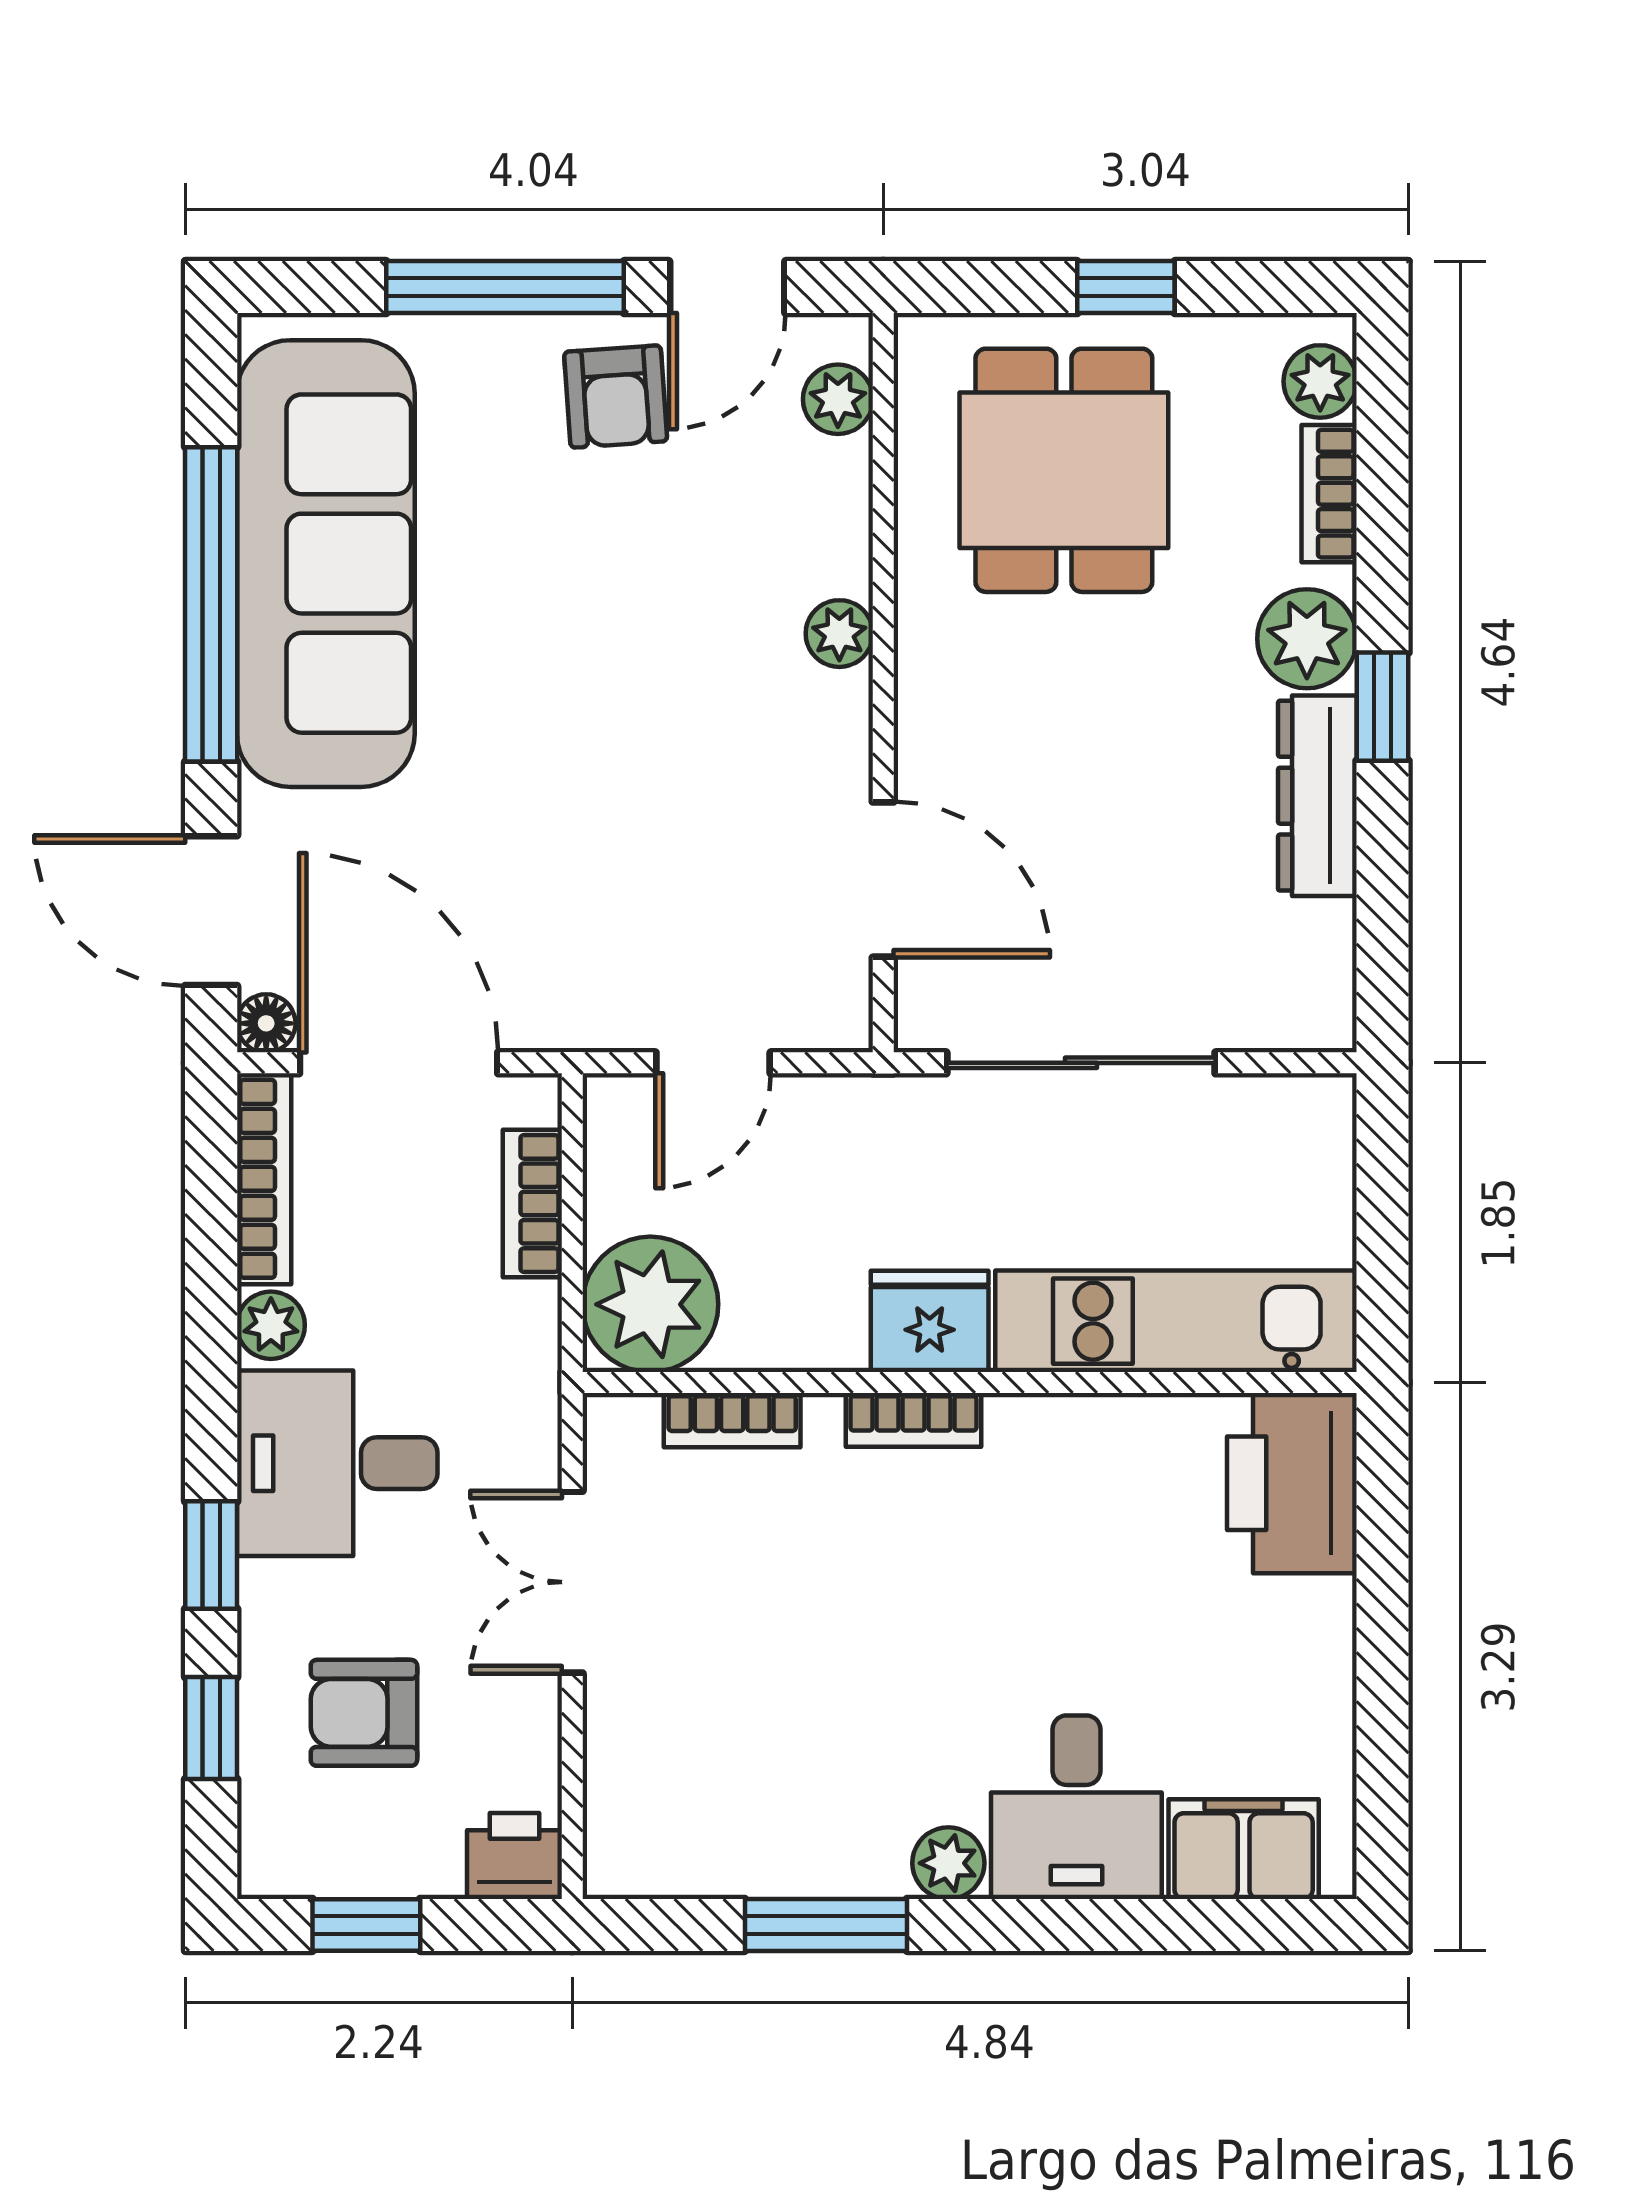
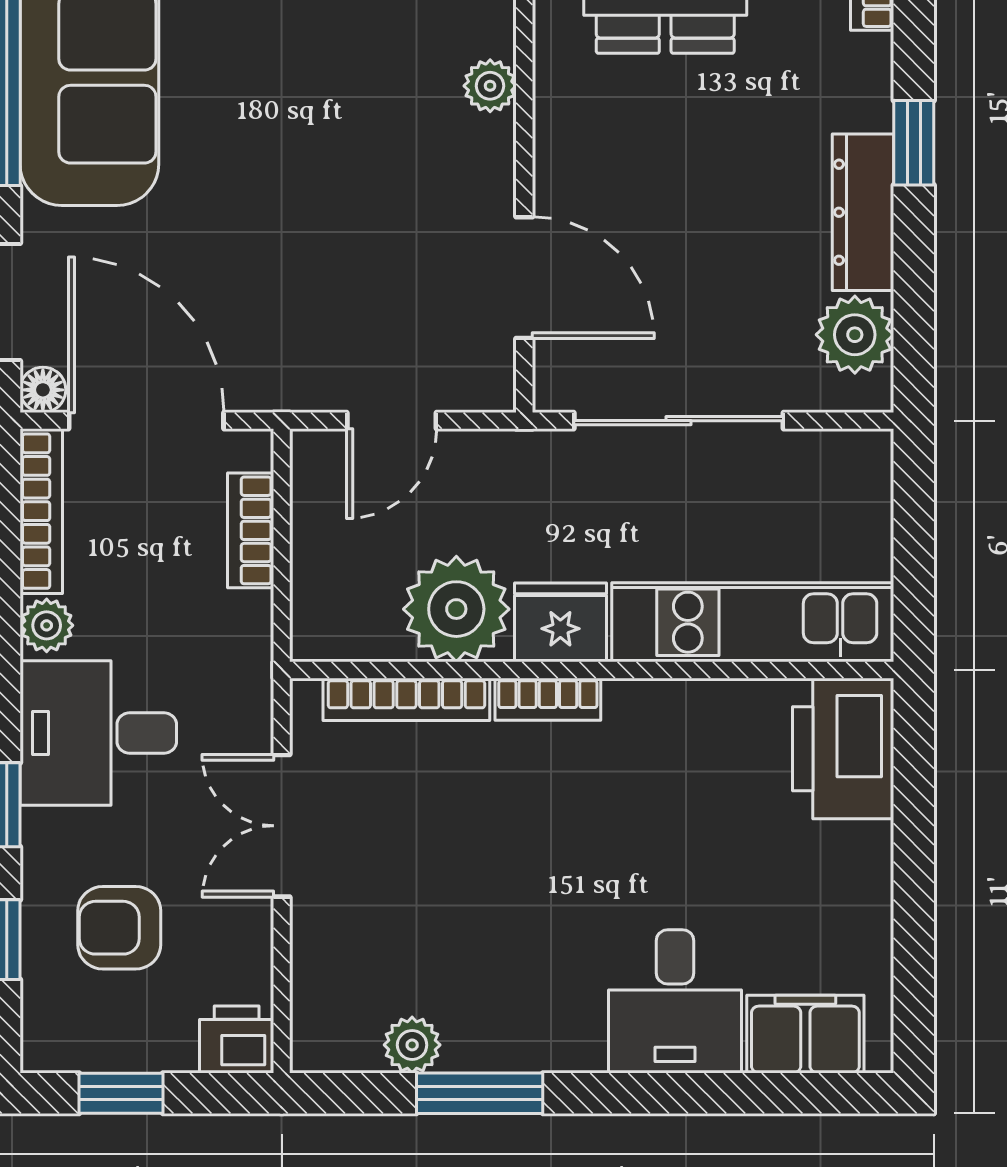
plant: (1307, 639) -> (855, 335), moved
plant: (650, 1304) -> (456, 609), moved
bookcase: (732, 1420) -> (406, 699), width x1.56
plant: (948, 1863) -> (412, 1045), moved

